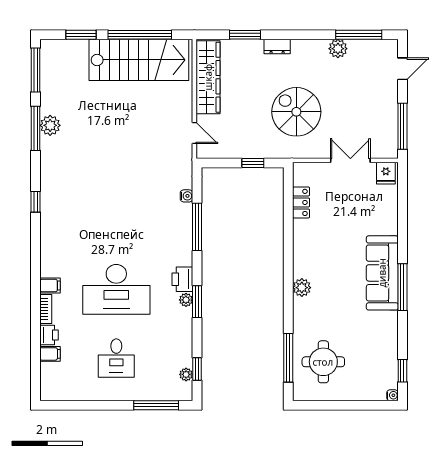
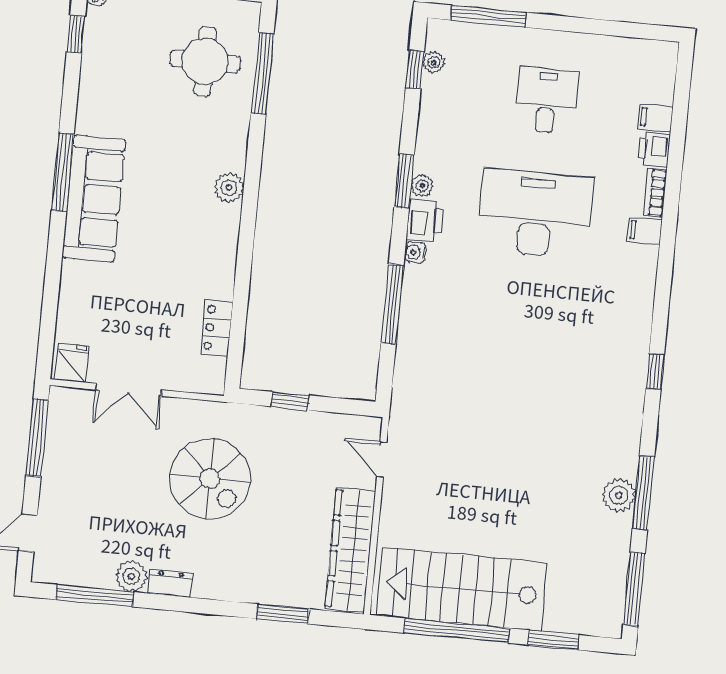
dresser: (277, 47) -> (170, 583), moved
water cooler: (186, 196) -> (415, 252), moved

